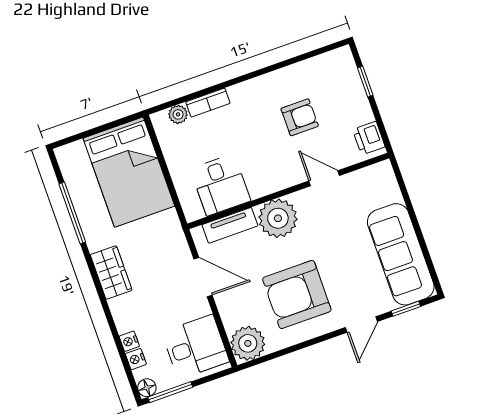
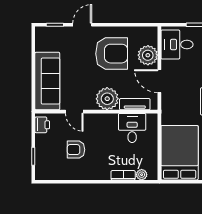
sofa: (401, 254) -> (47, 81), moved
plant: (248, 343) -> (148, 55), moved

